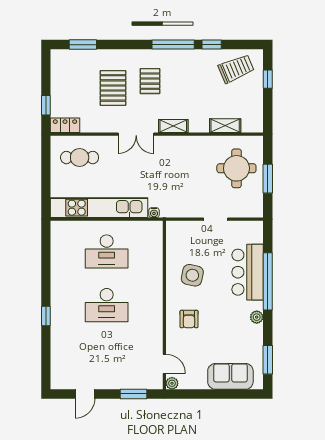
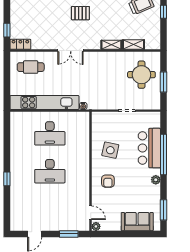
pallet: (150, 81) -> (80, 13), turned 90
pallet: (113, 88) -> (54, 18), removed
shelving: (173, 126) -> (111, 45), moved

